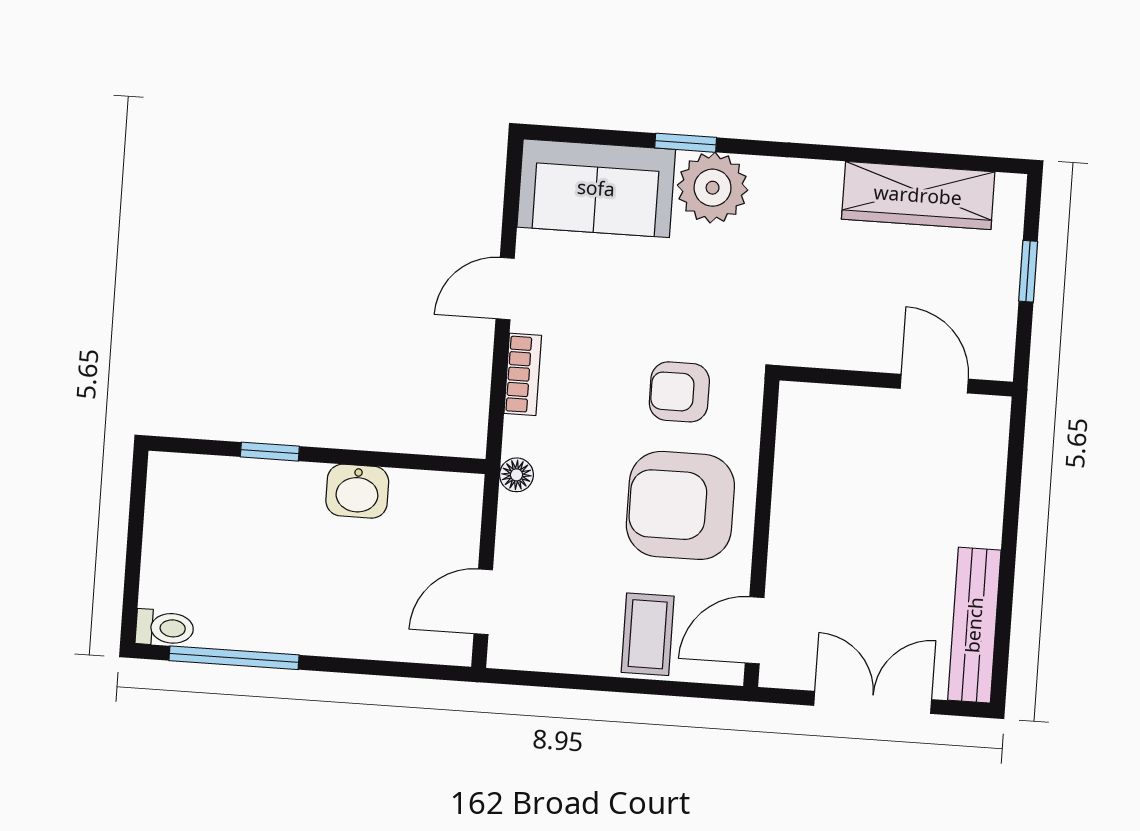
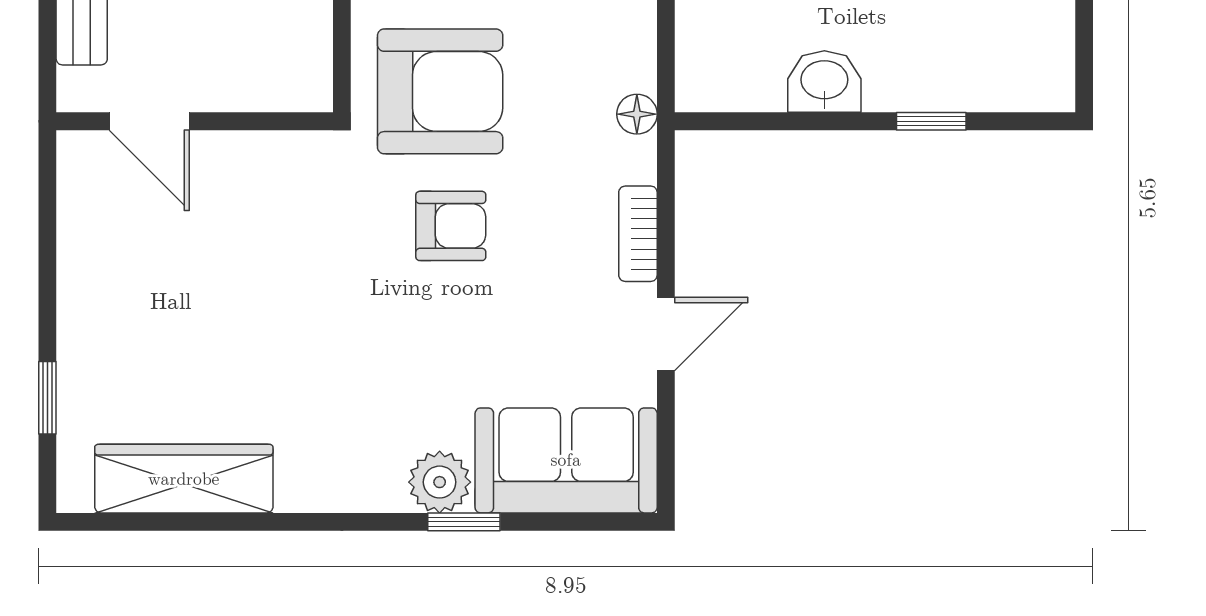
plant: (713, 188) -> (440, 482), width x0.73, depth x0.73
wall: (896, 381) -> (195, 121), moved
door: (934, 384) -> (149, 121), moved

